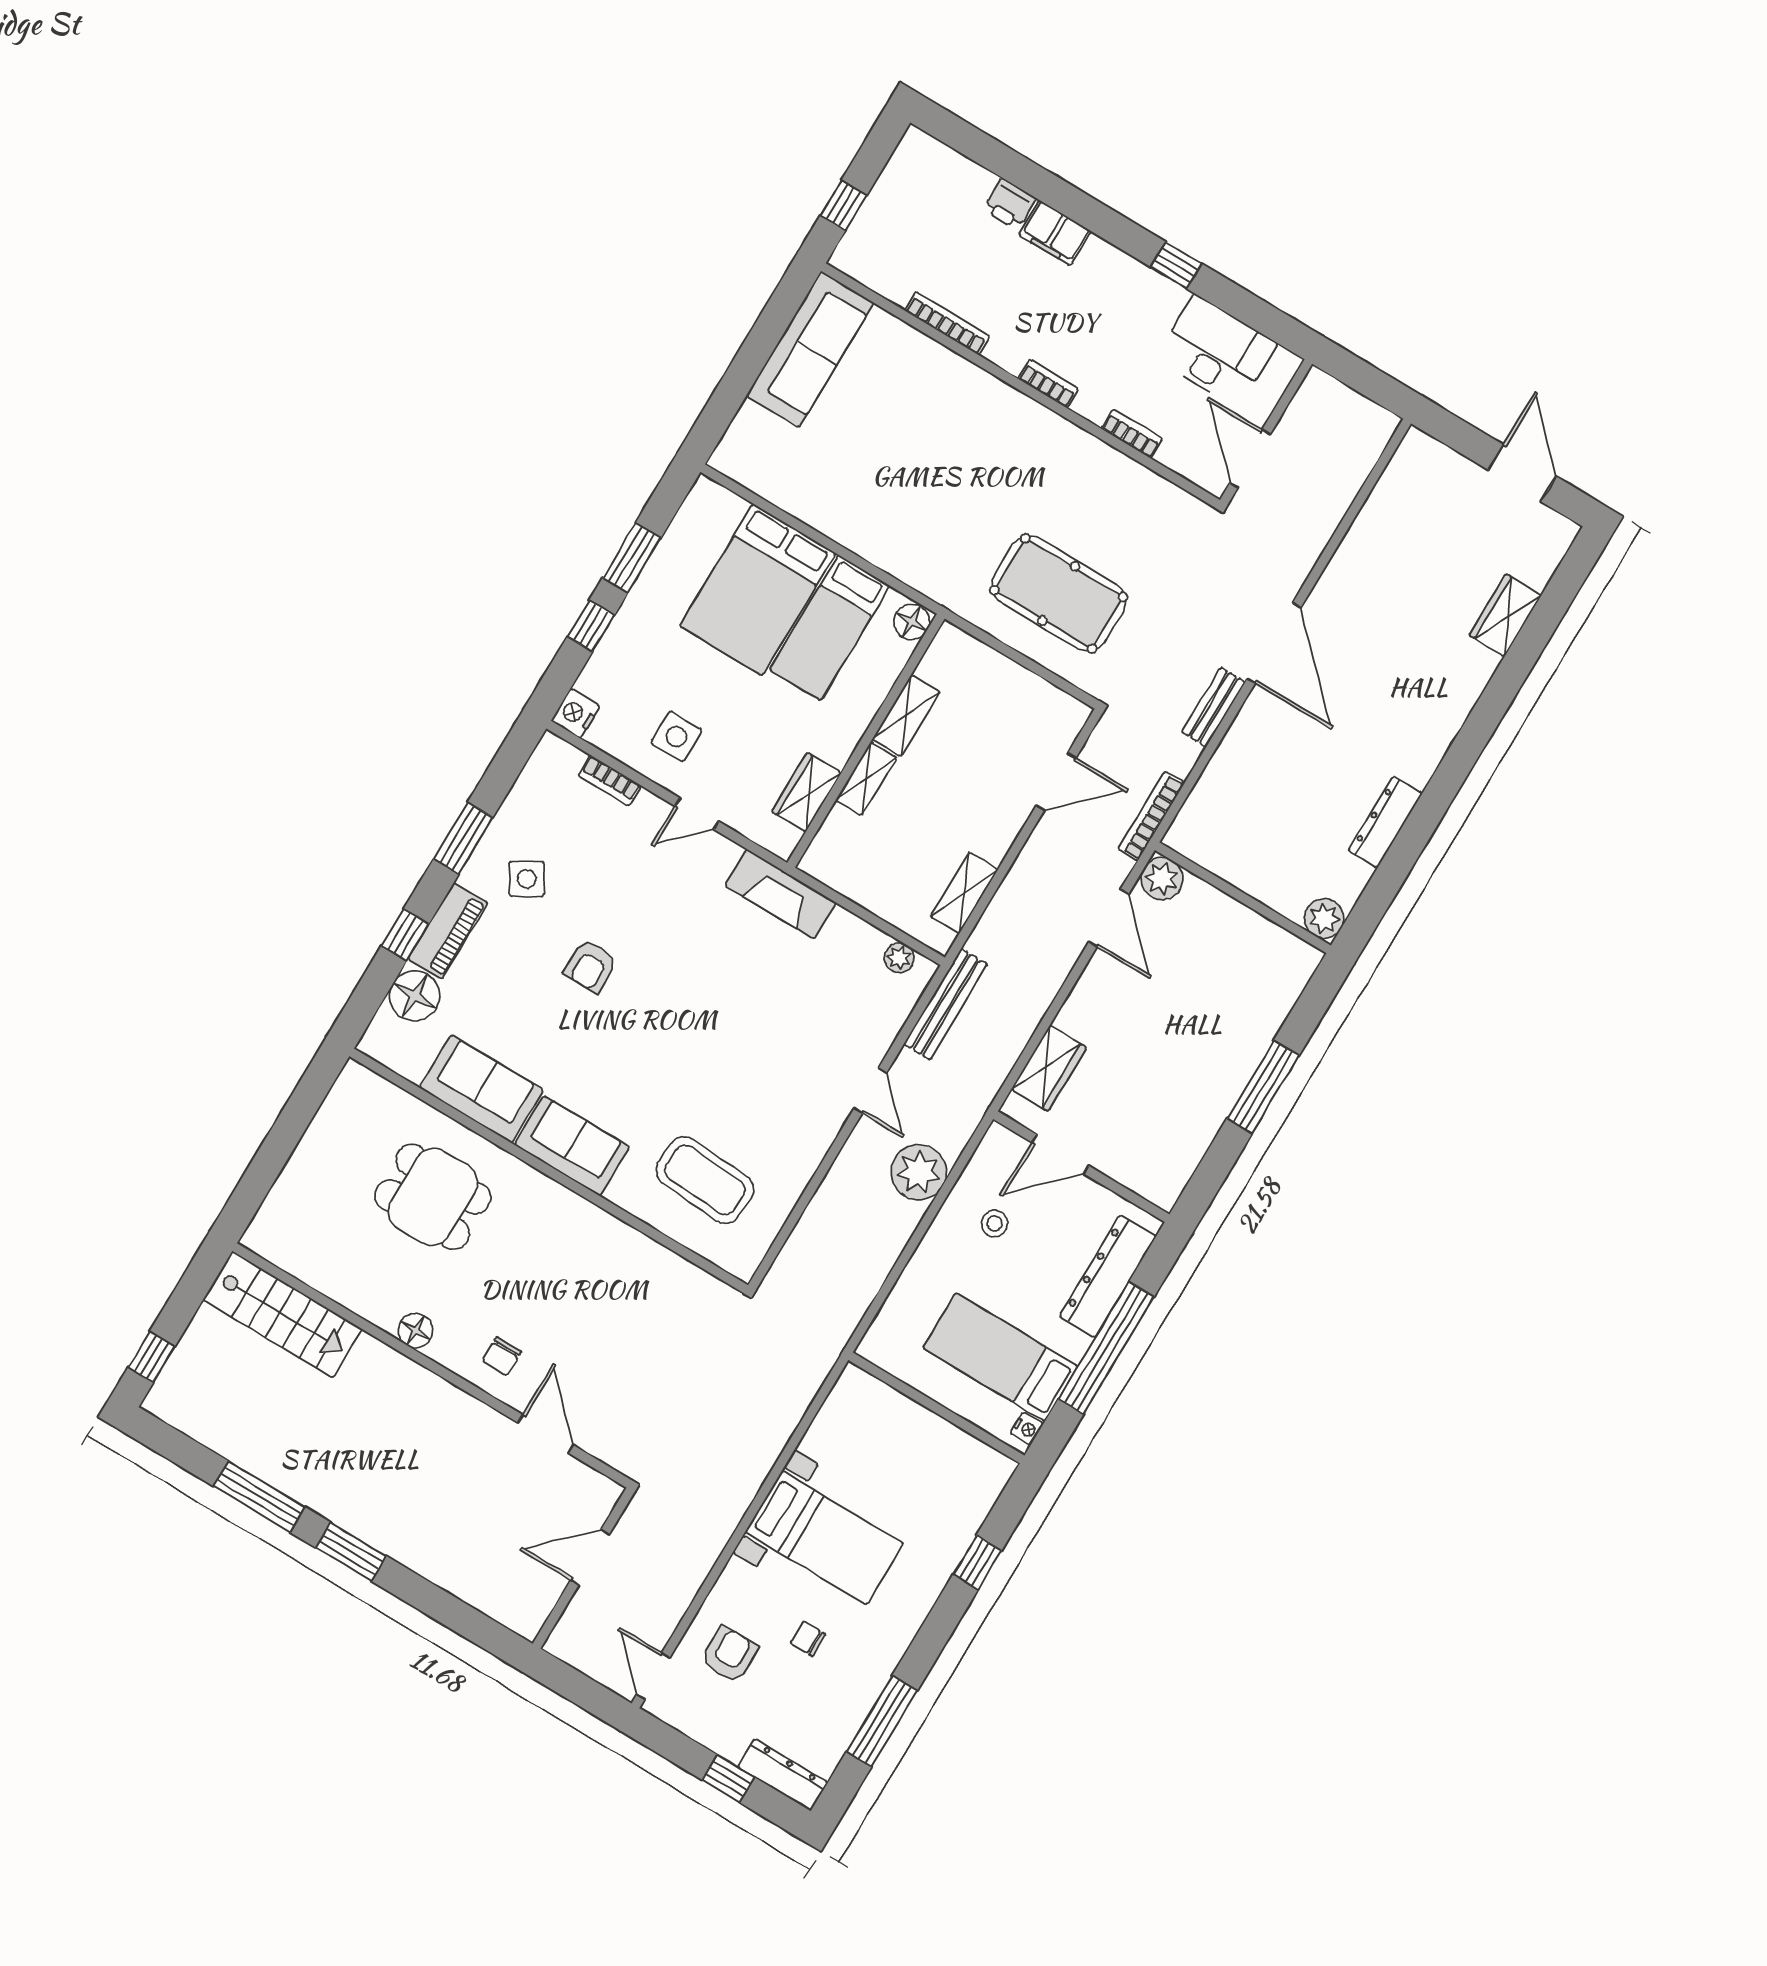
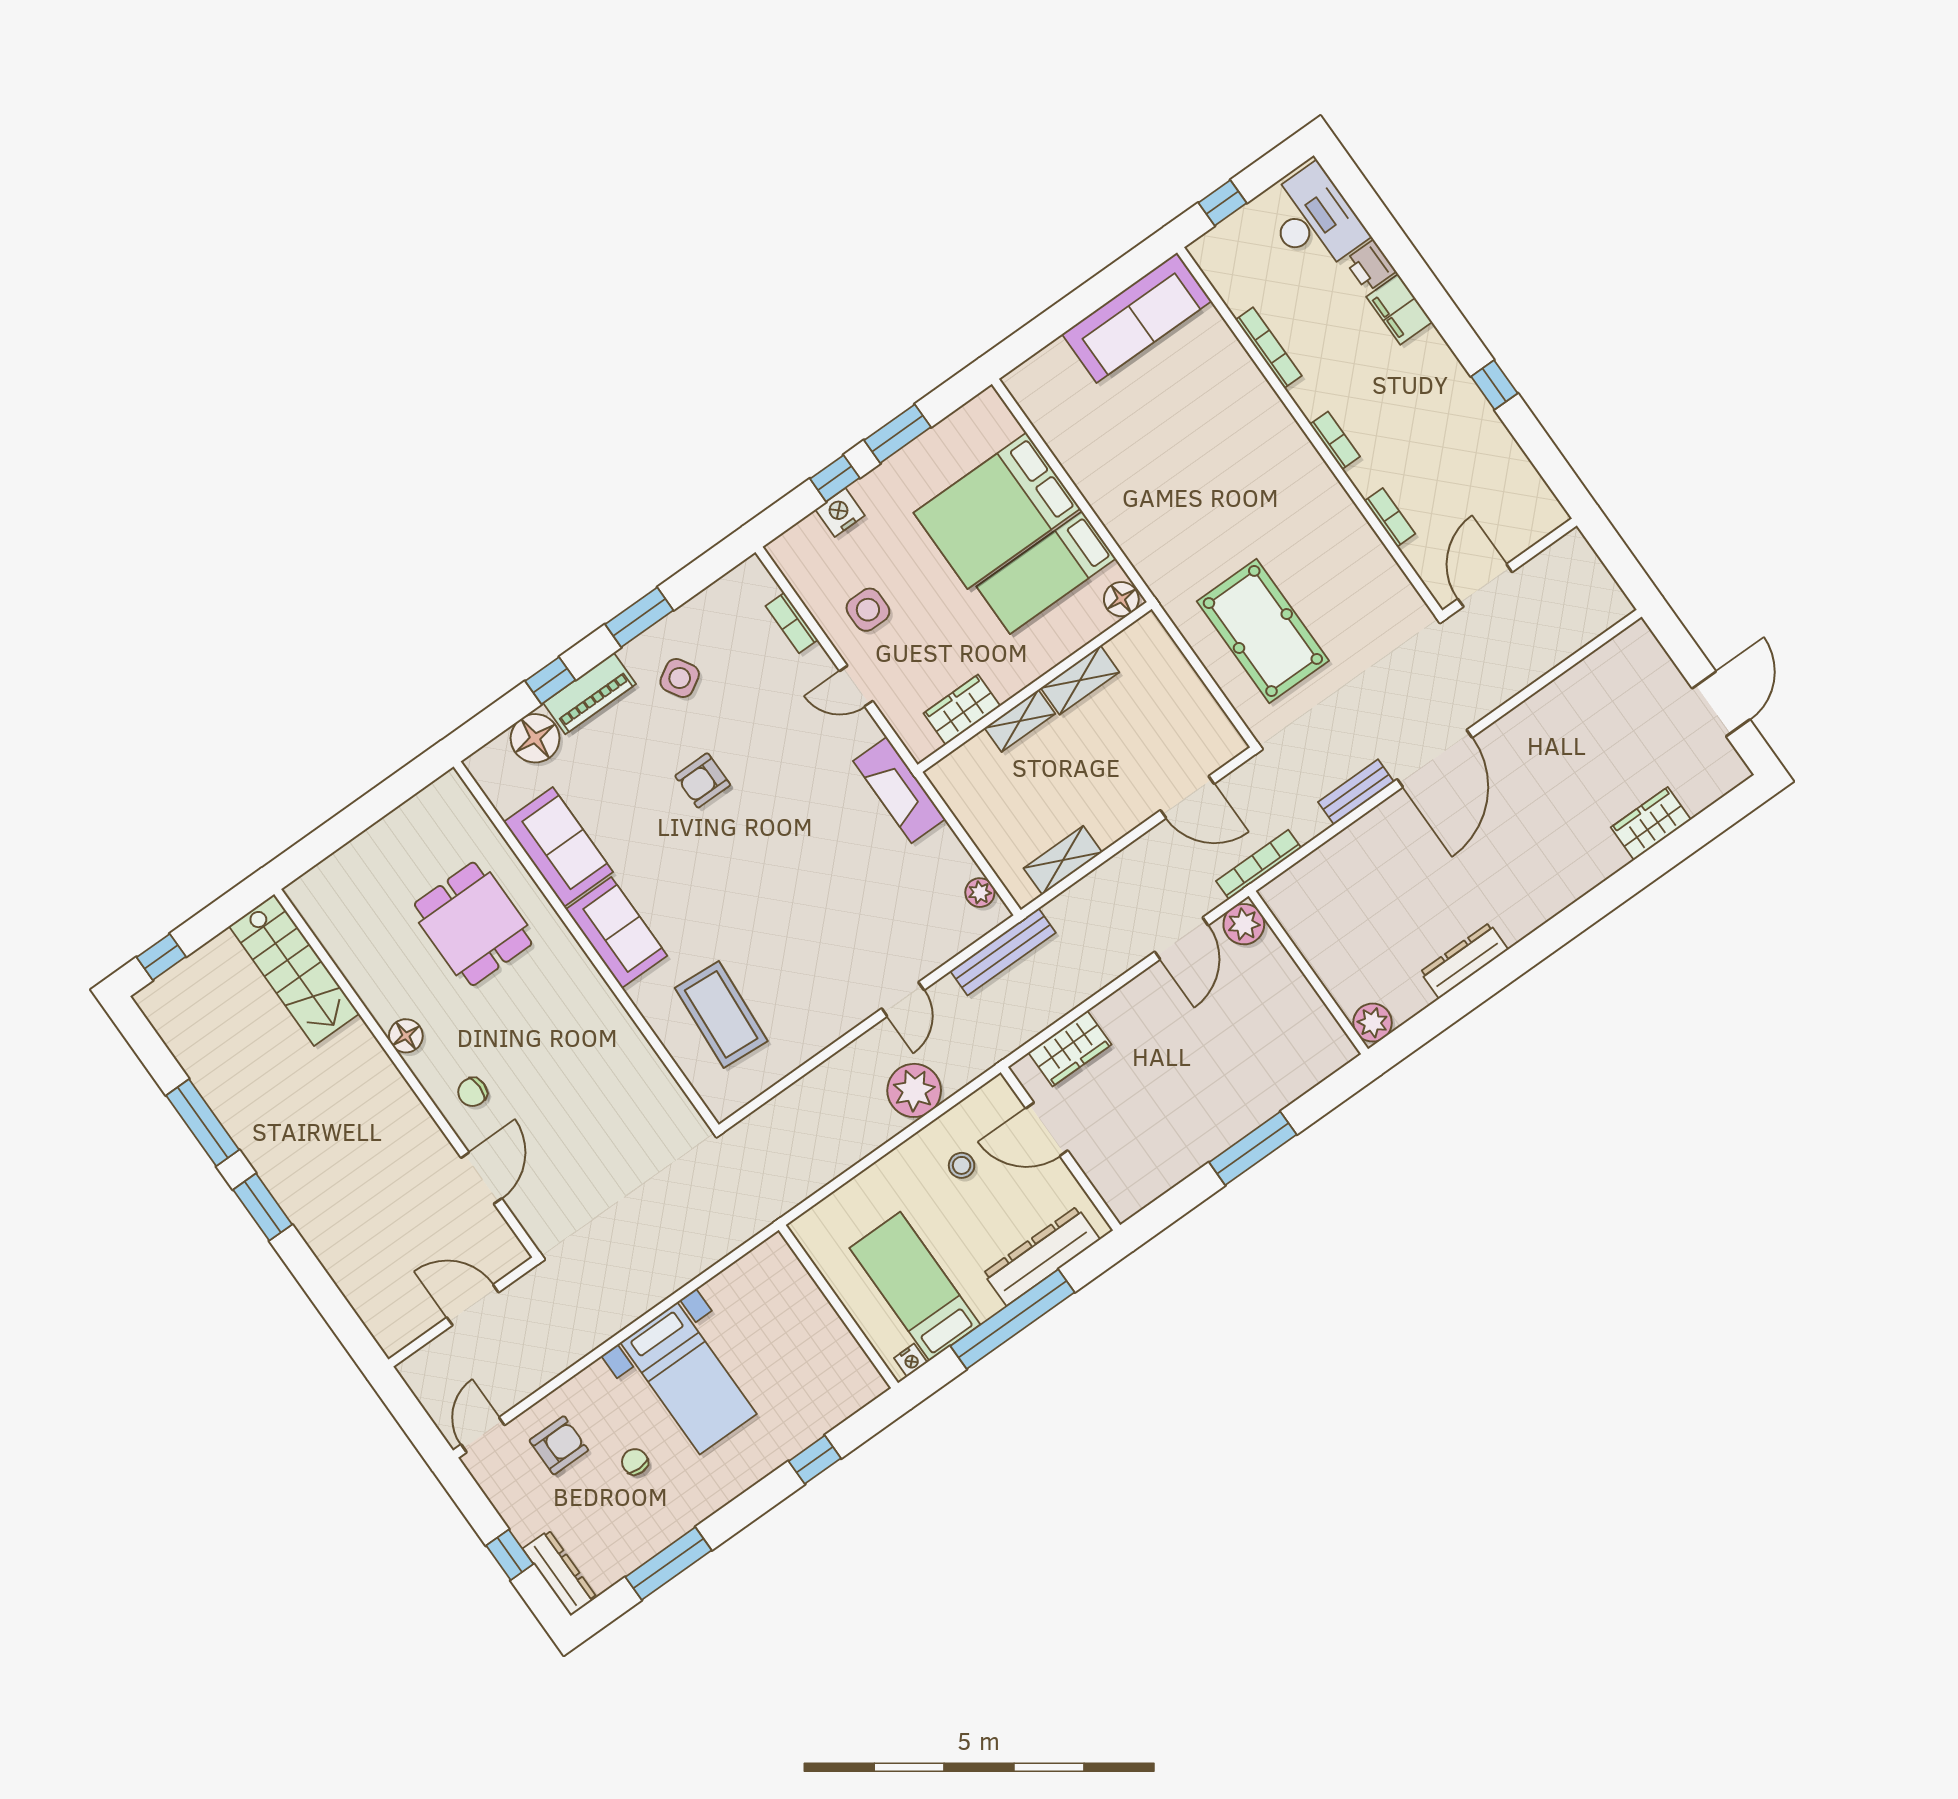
desk: (1216, 351) -> (1314, 220), moved
nightstand: (575, 713) -> (840, 512), moved

